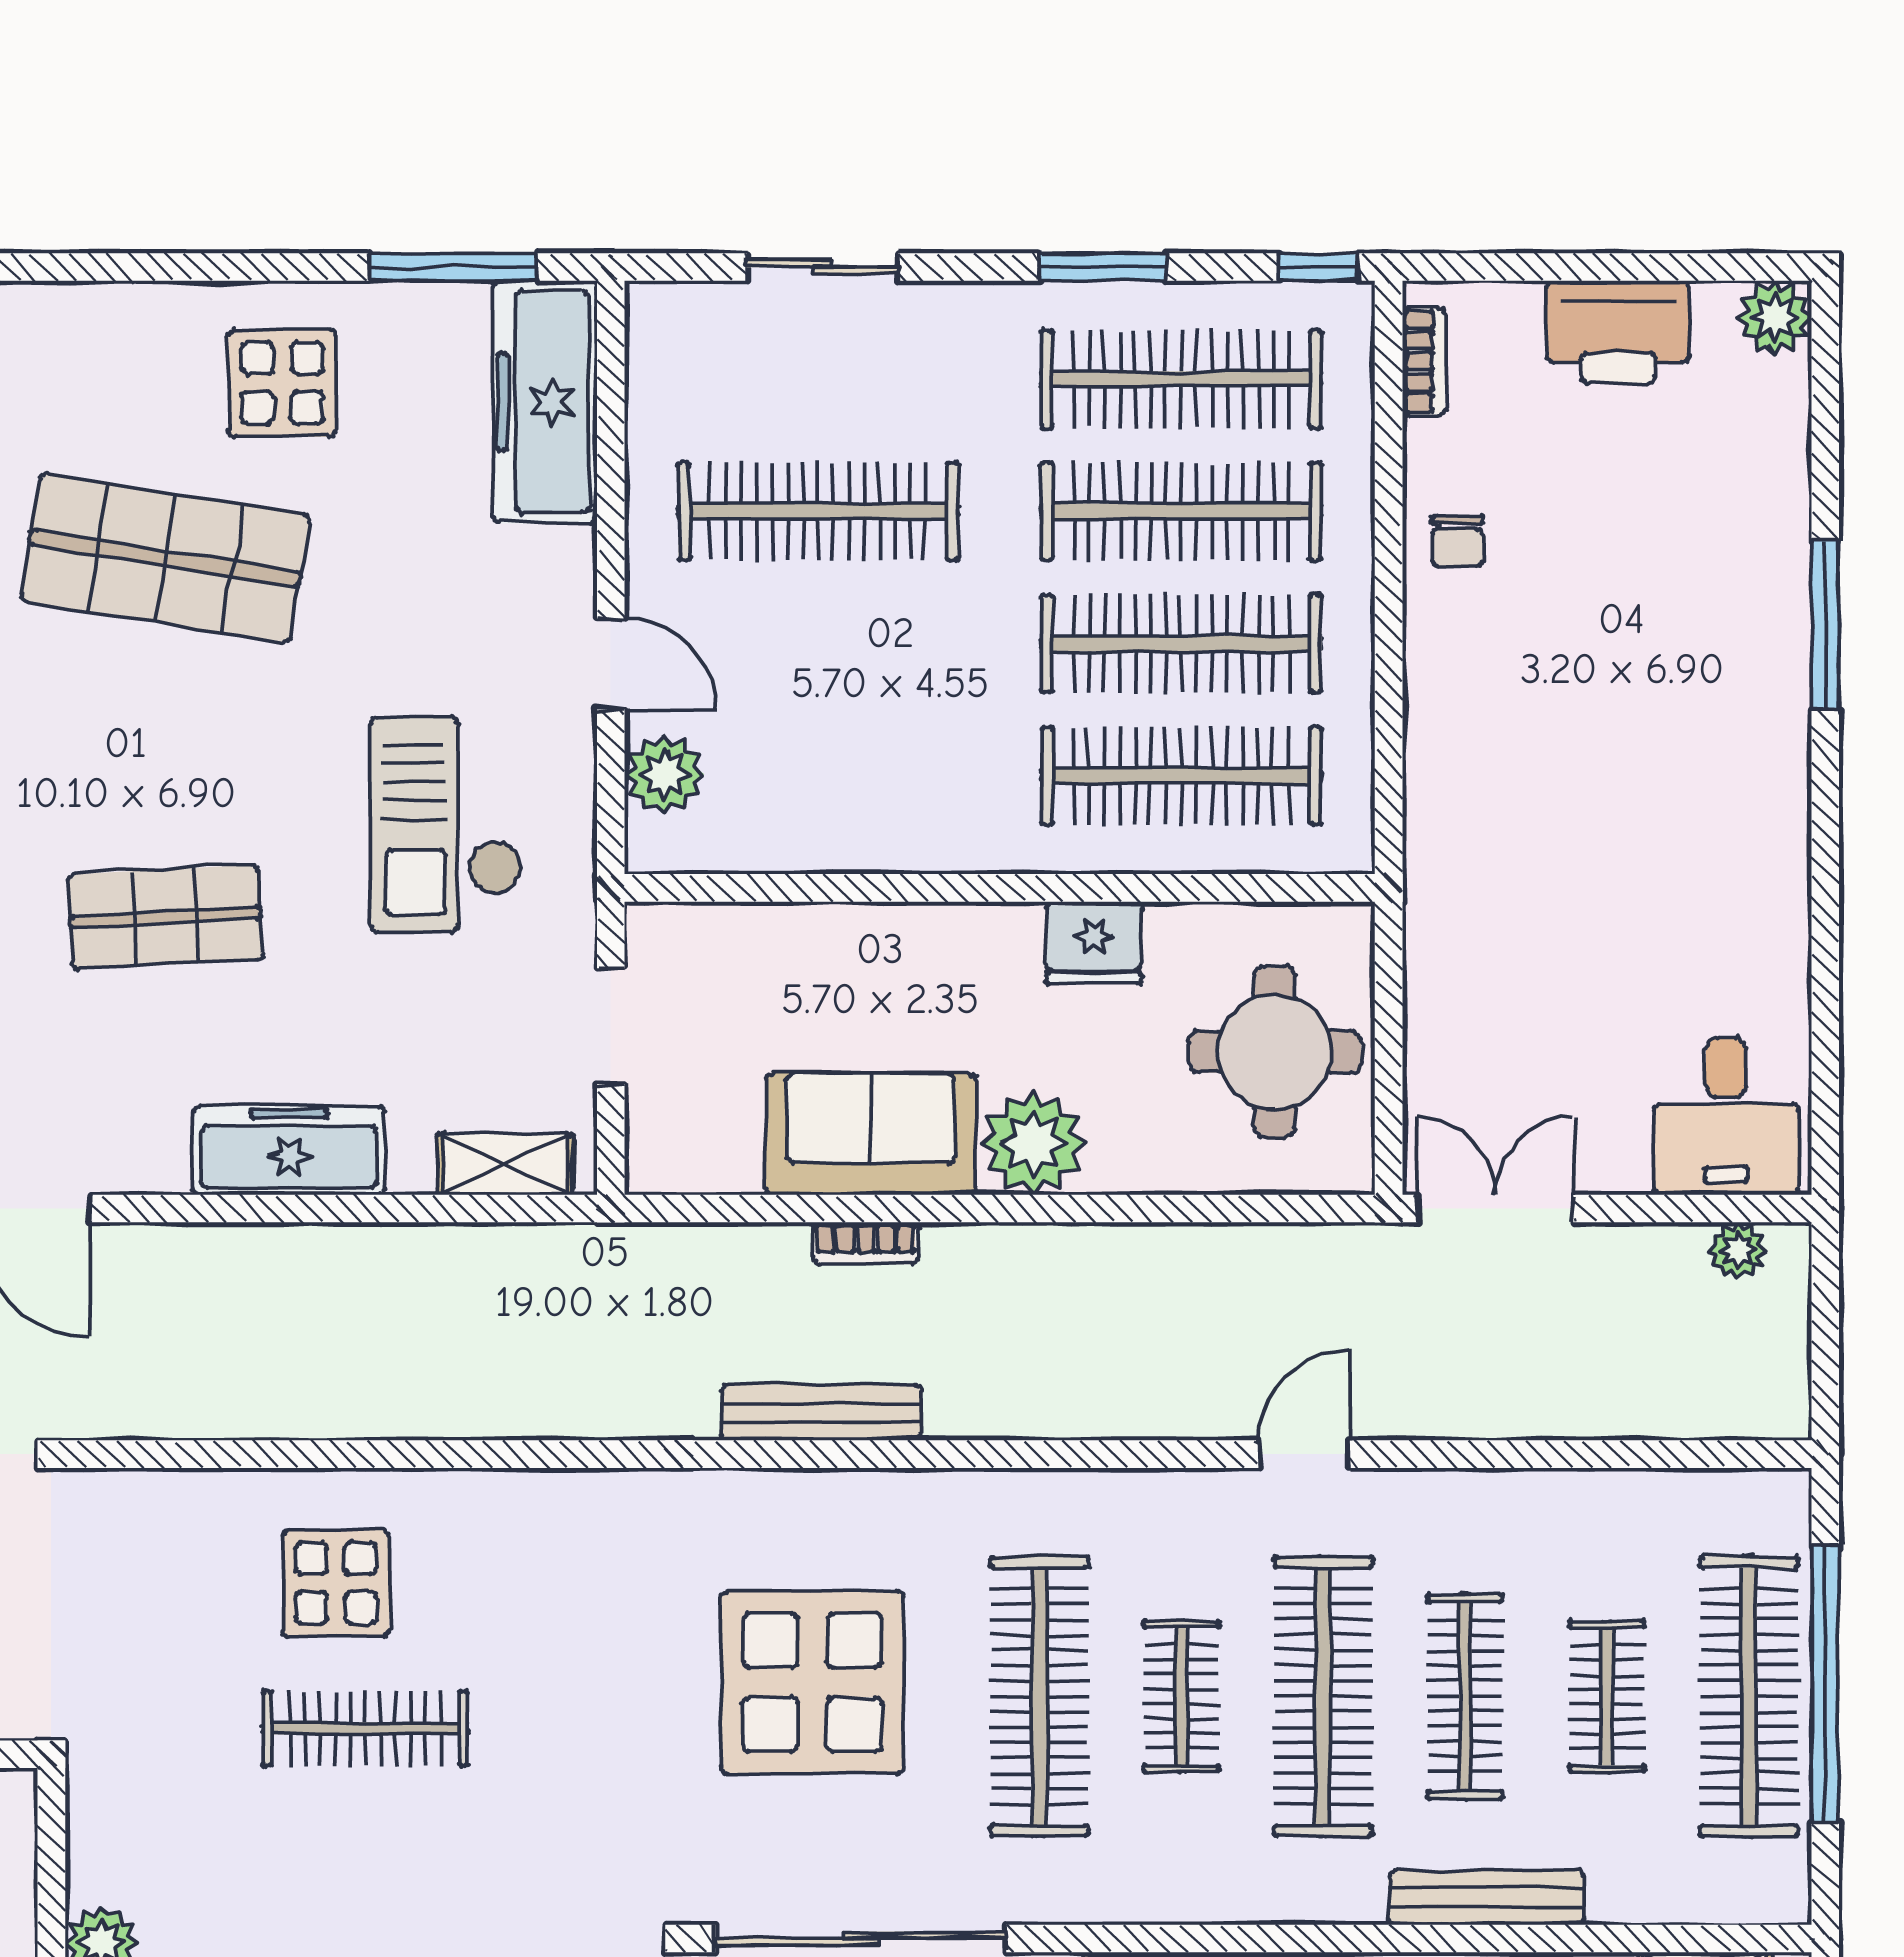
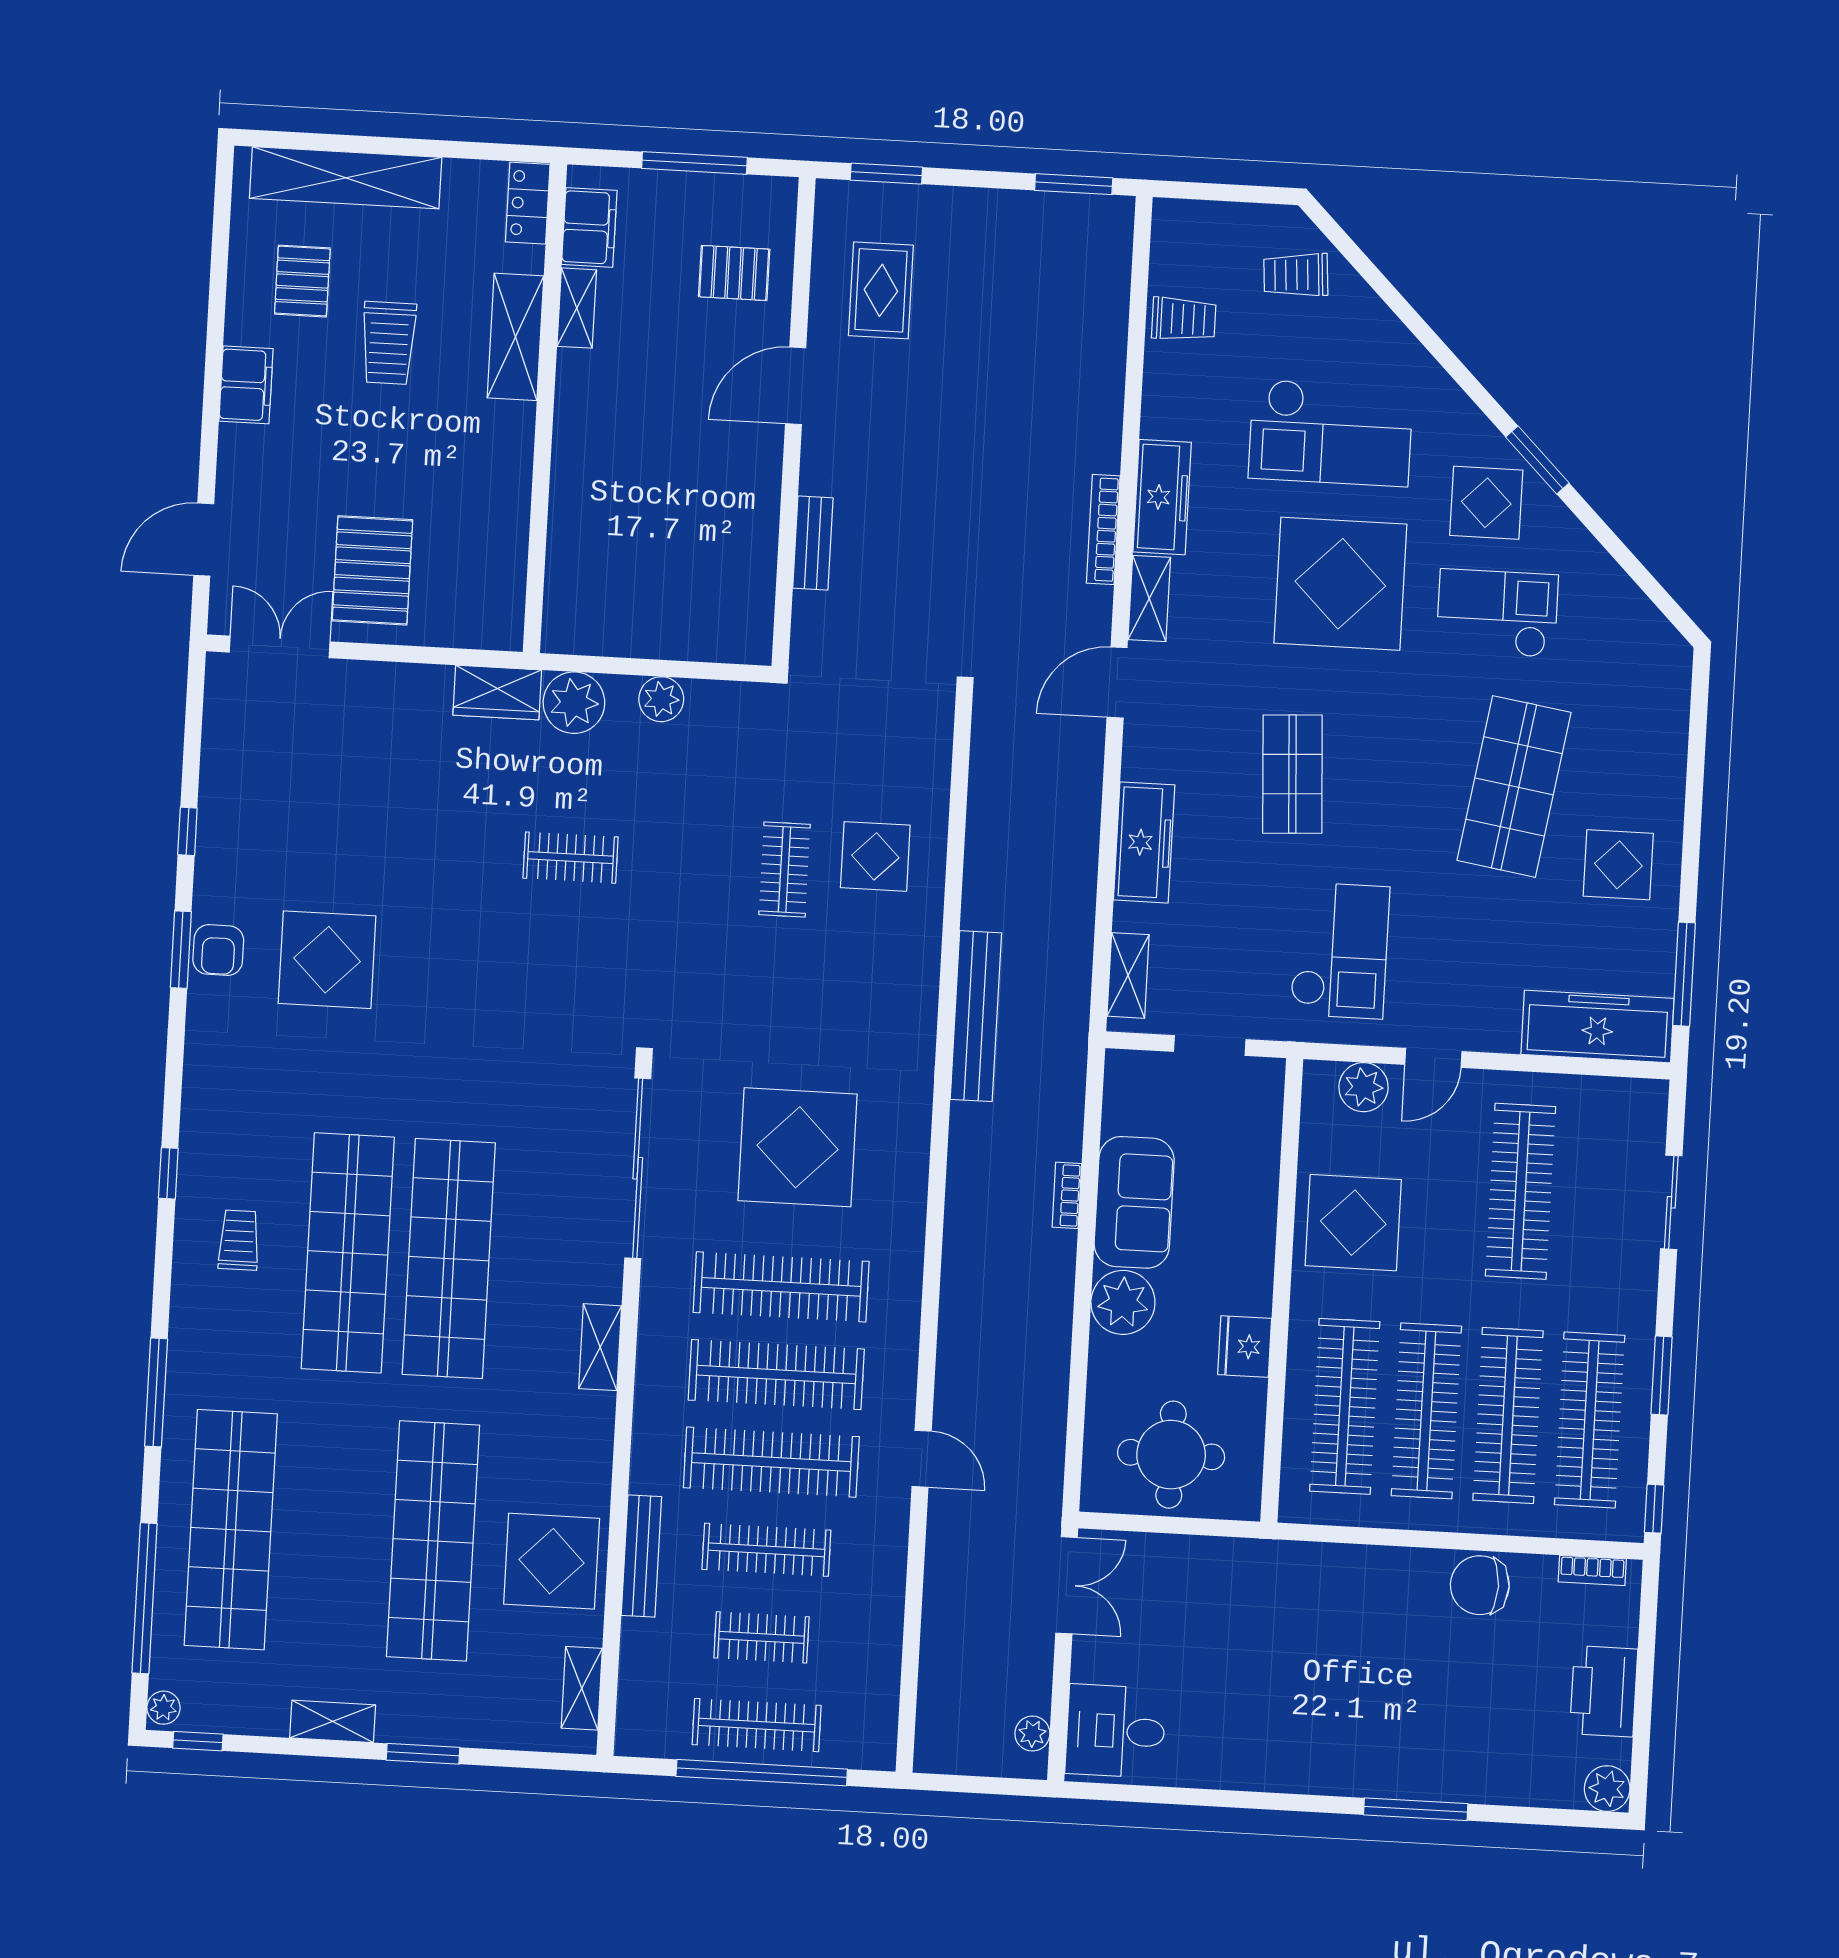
chair: (1458, 541) -> (1480, 1585), width x1.87, depth x1.87
display table: (884, 778) -> (1353, 1223), added
checkout: (446, 825) -> (1340, 951), turned 90
bench: (821, 1412) -> (976, 1016), moved, width x1.37, depth x1.21
clothes rail: (1181, 1696) -> (776, 1375), width x1.86, depth x1.31
clothes rail: (1749, 1696) -> (757, 1725), width x0.73, depth x0.76
clothes rail: (365, 1728) -> (785, 870), width x0.73

